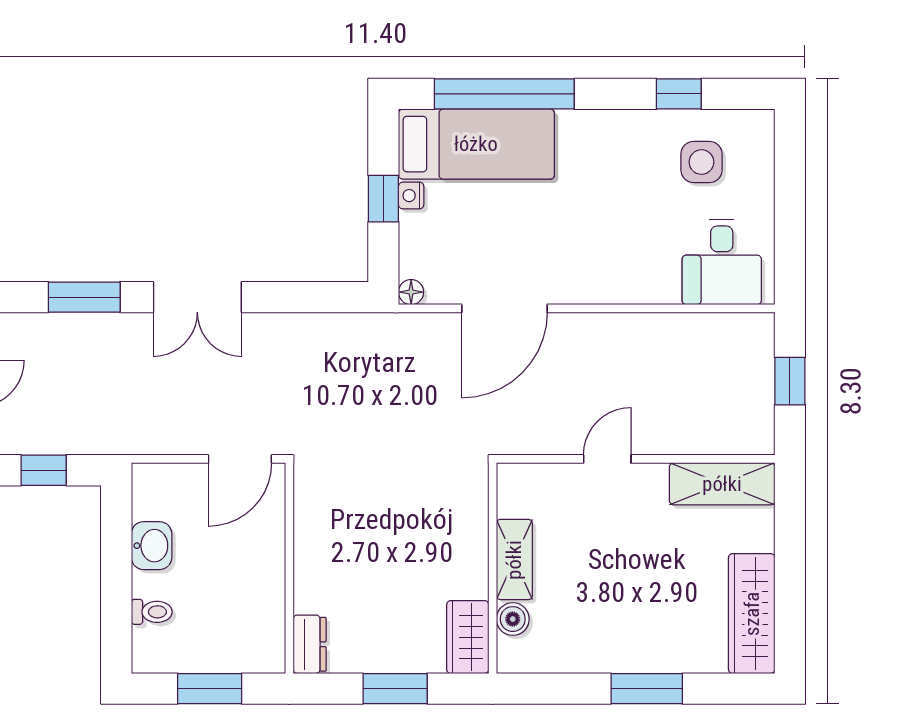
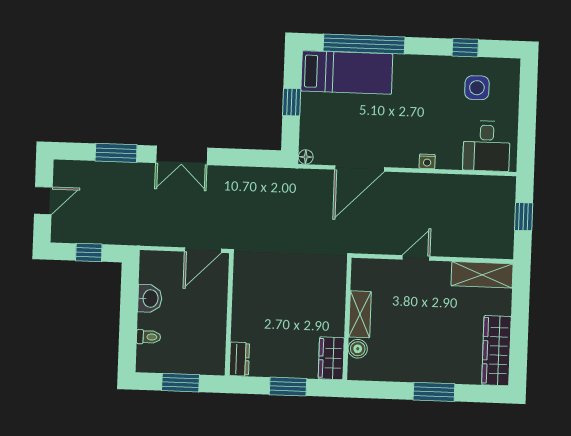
nightstand: (411, 196) -> (427, 161), moved, turned -90

